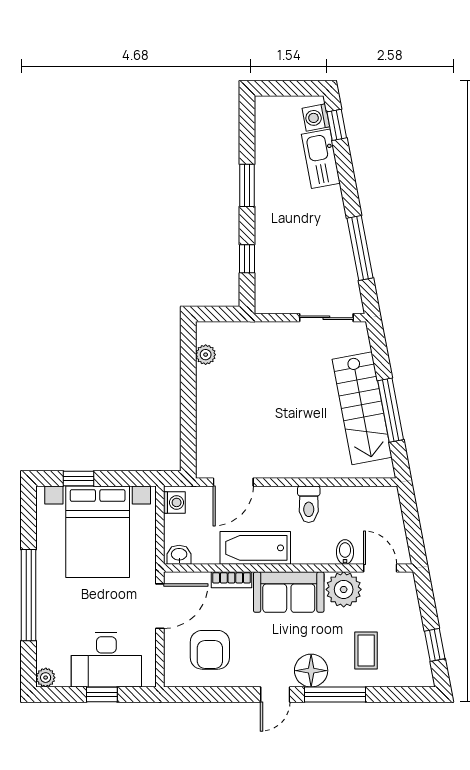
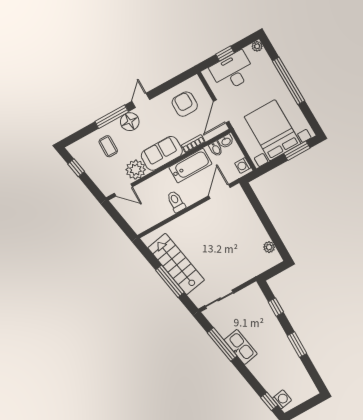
kitchen sink: (321, 159) -> (241, 347), moved
window: (391, 410) -> (170, 281), moved
window: (79, 478) -> (297, 151), width x1.50
bidet: (345, 552) -> (216, 149), moved

